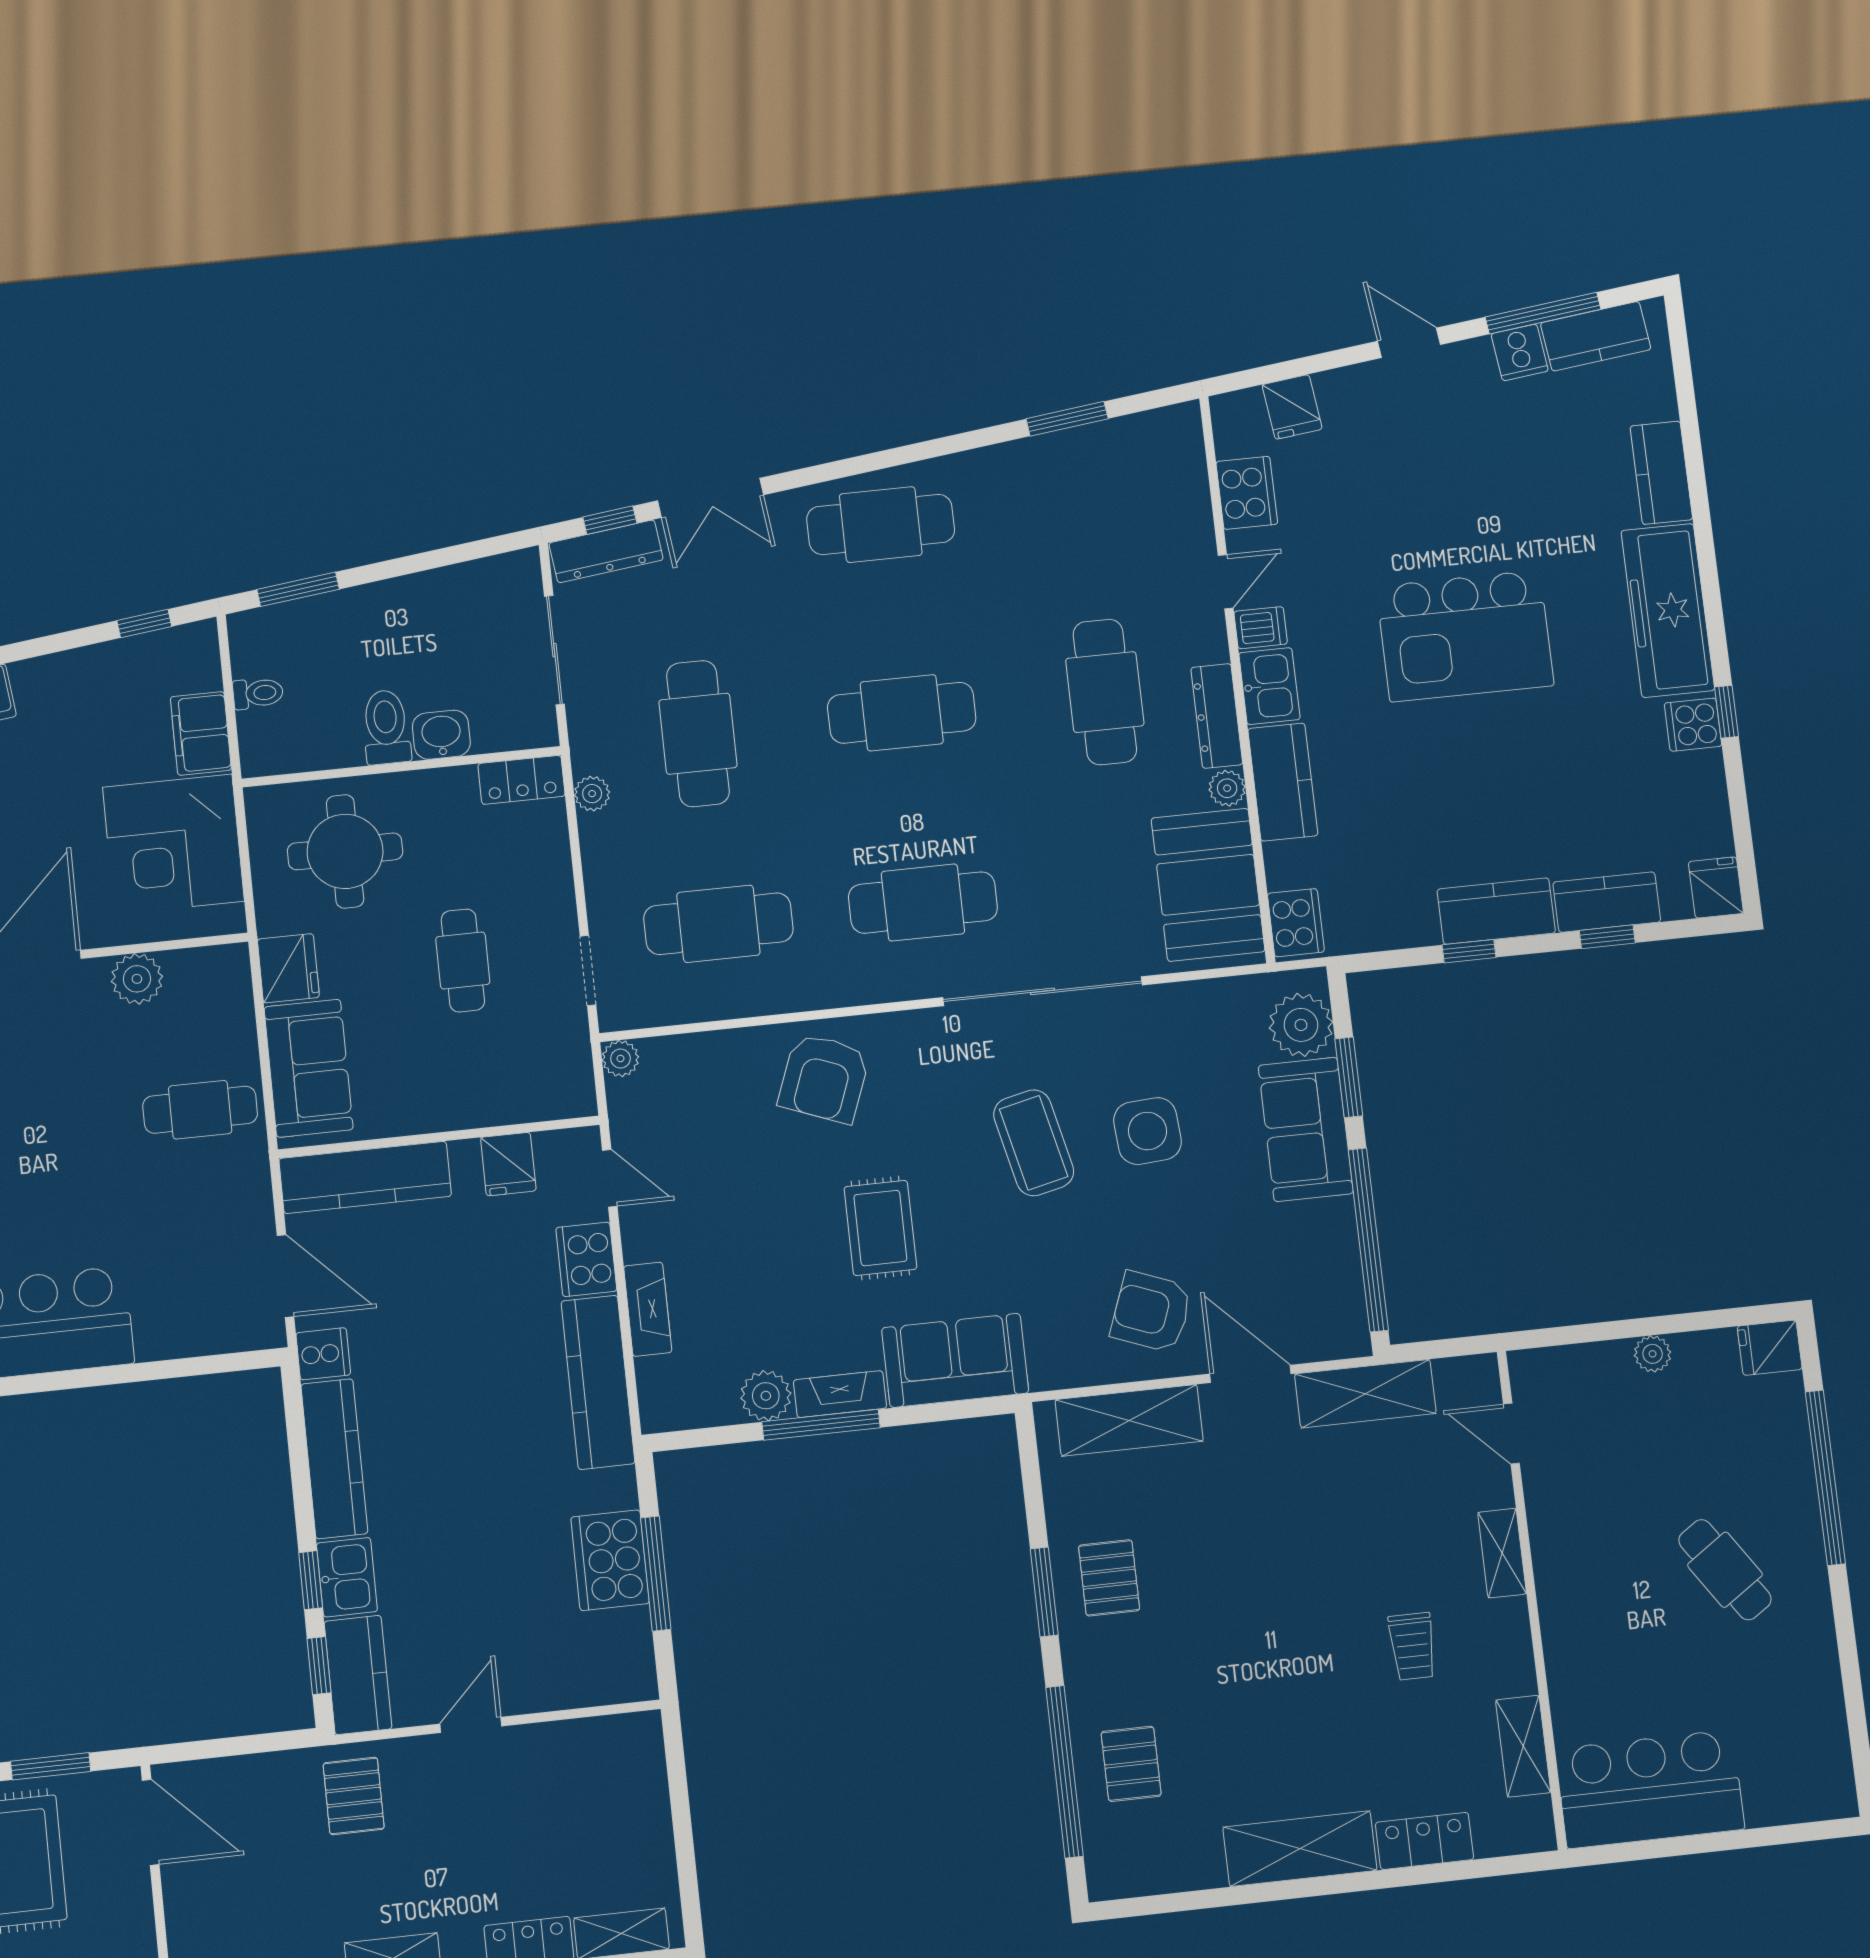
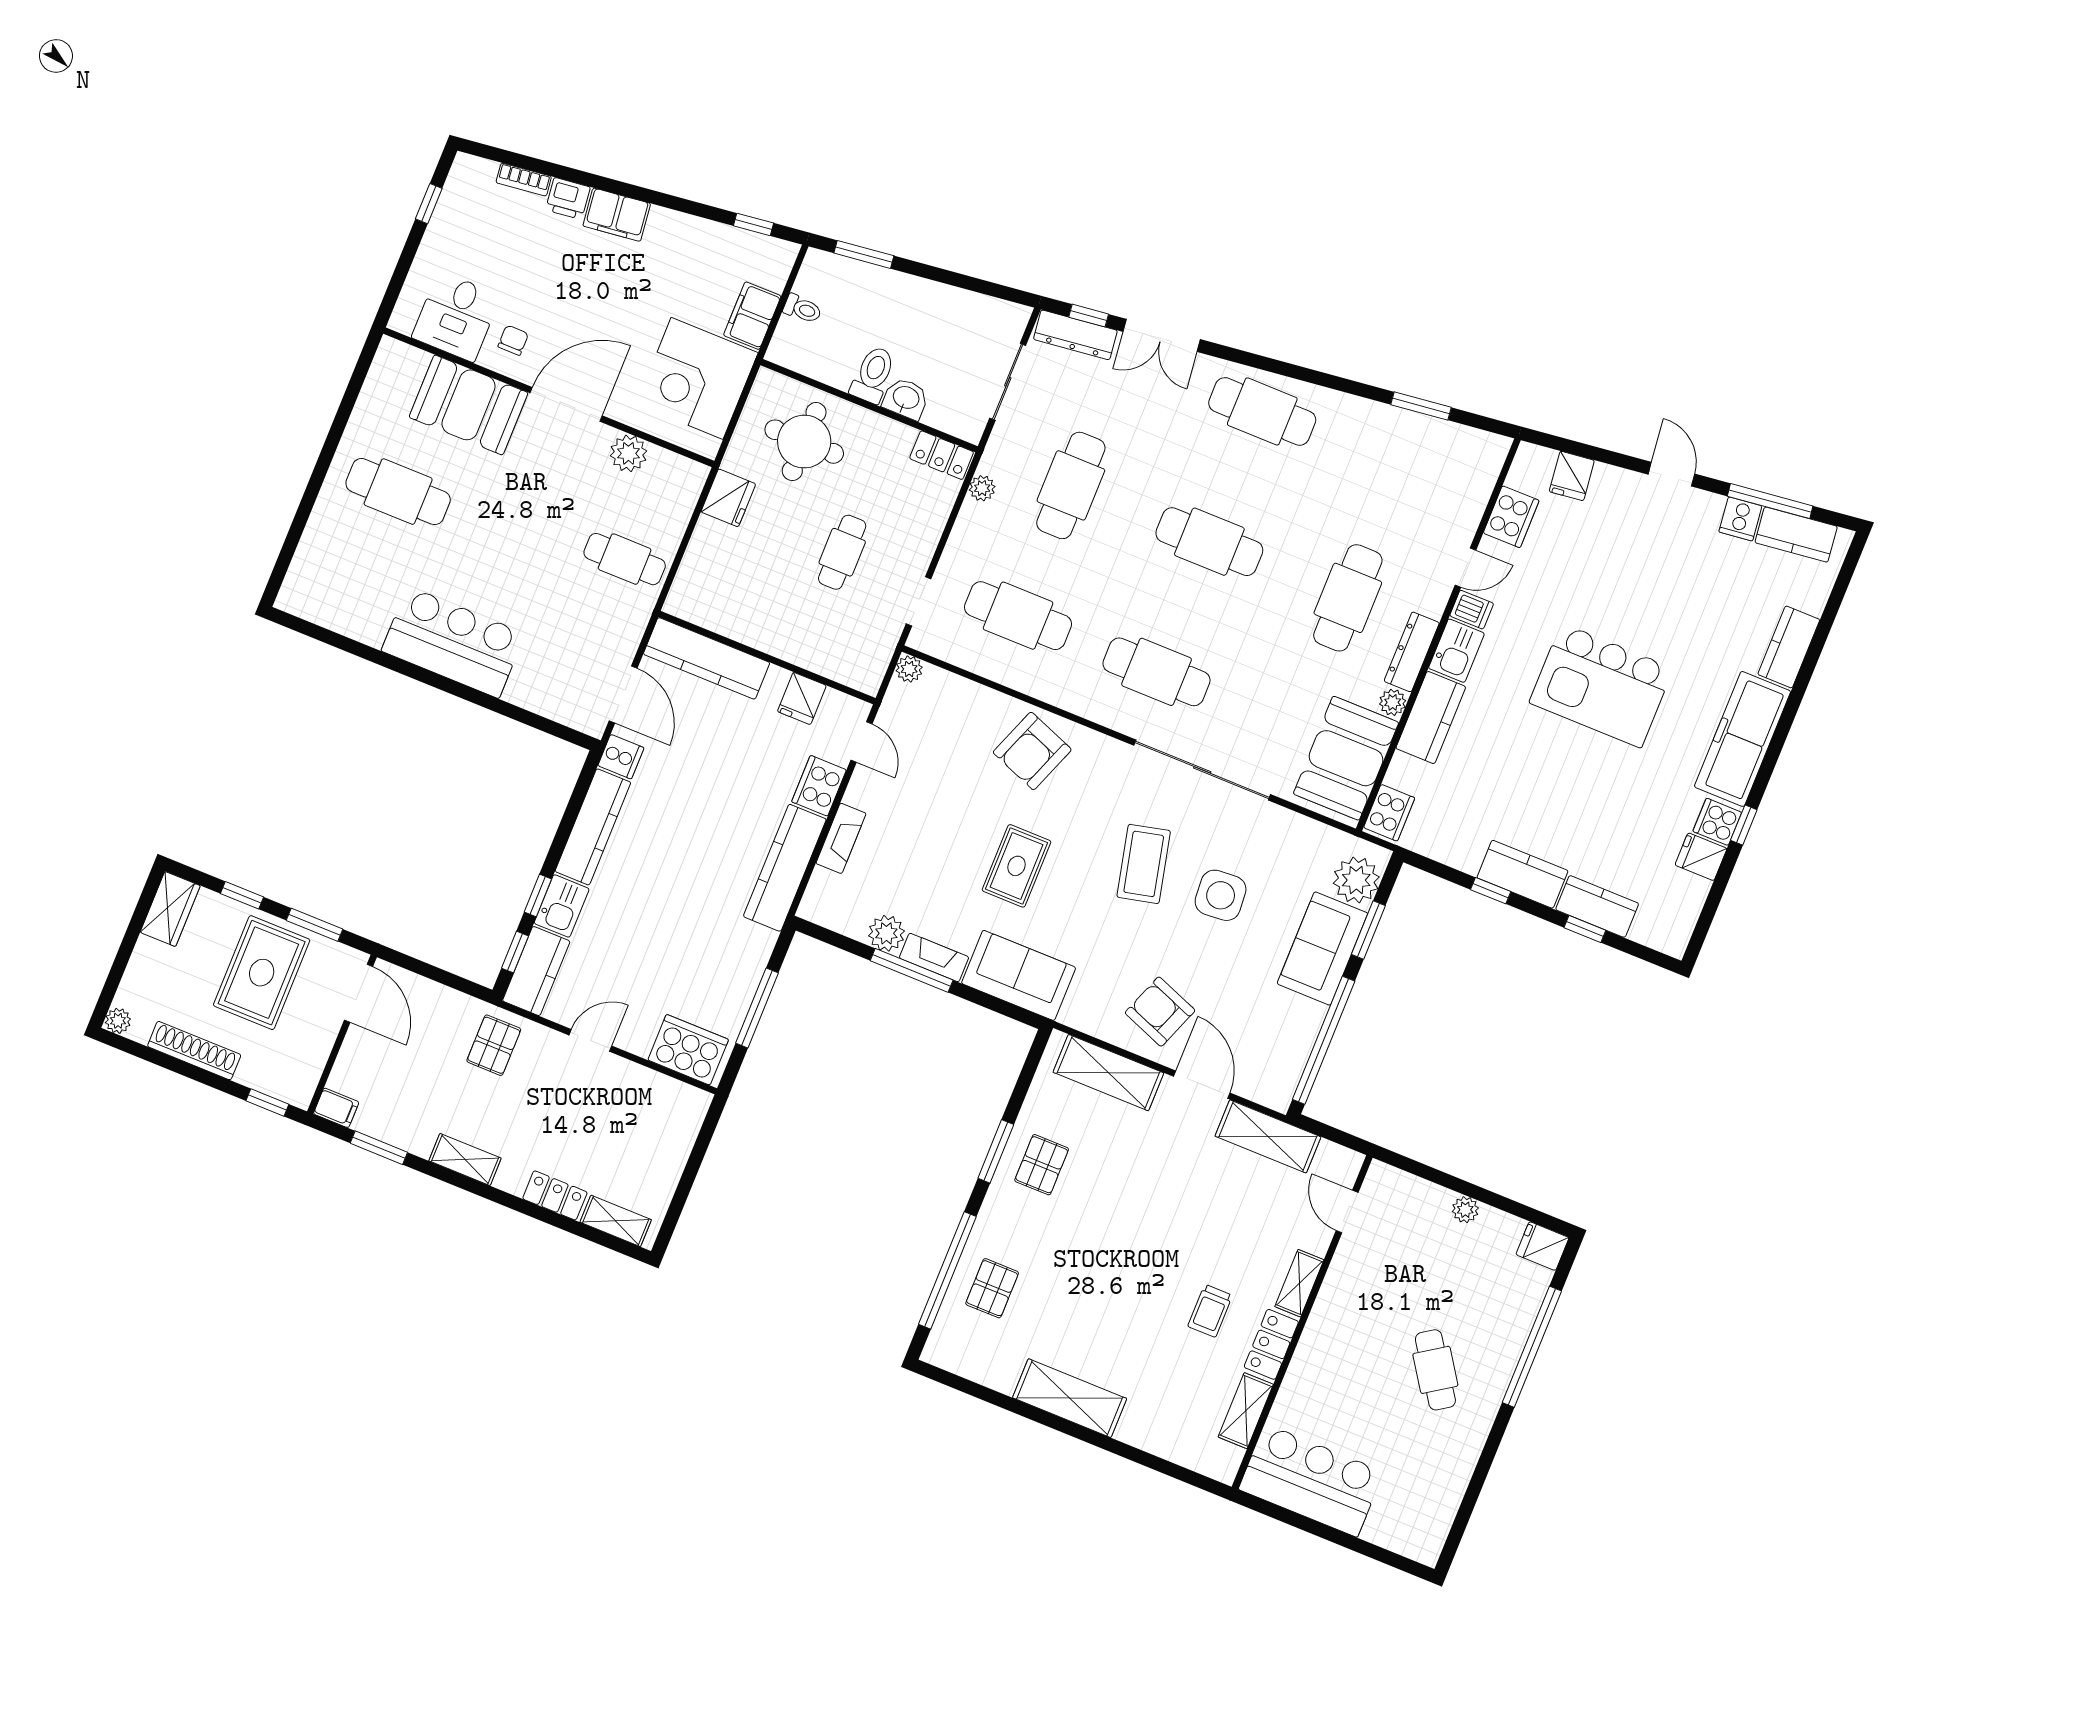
fridge: (1716, 887) -> (1701, 857), moved, turned -90
sofa: (309, 1068) -> (707, 569), removed
cooker: (610, 1560) -> (688, 1050), moved, turned 90
locker: (1424, 1841) -> (1271, 1344), moved, turned -90

